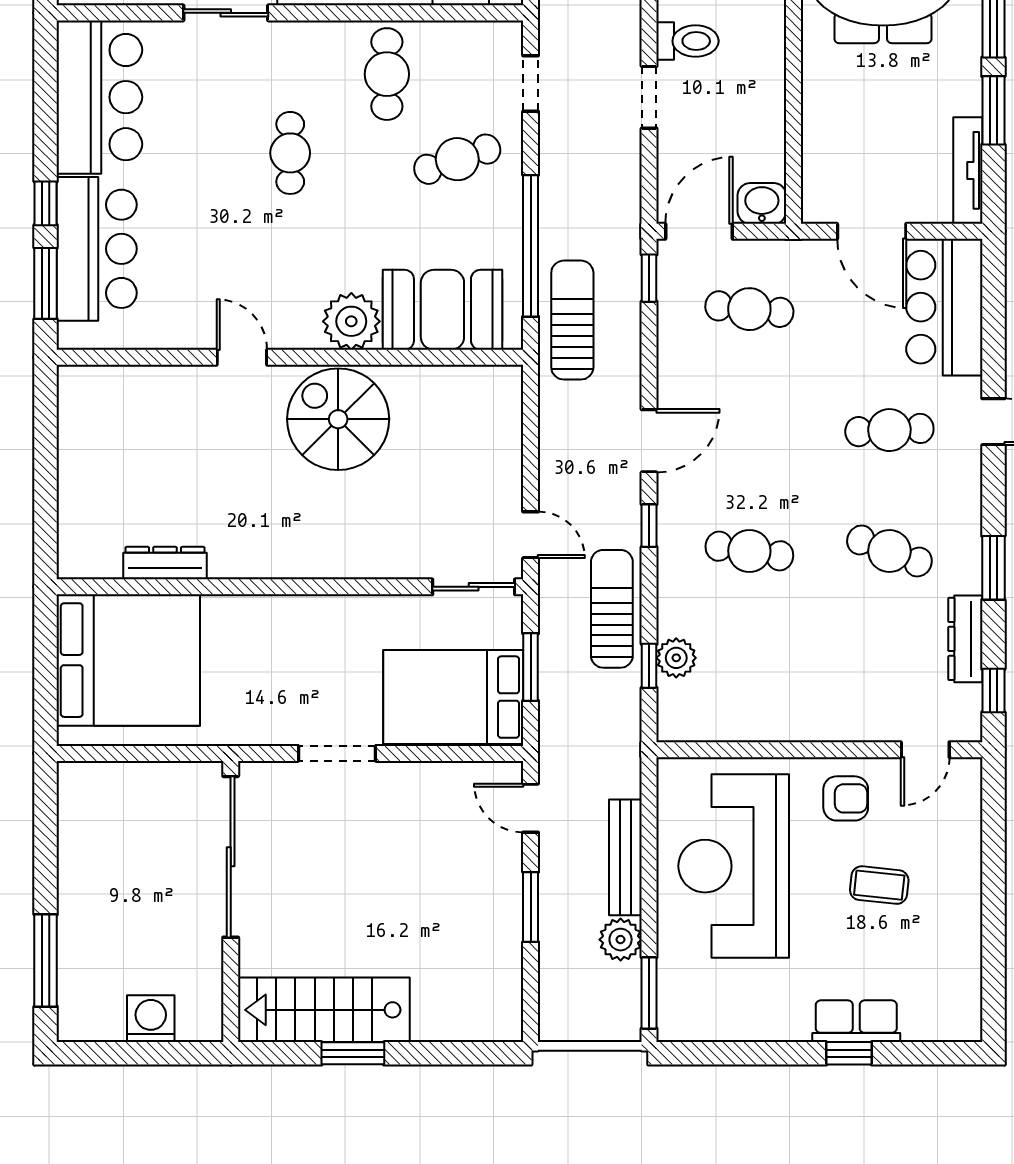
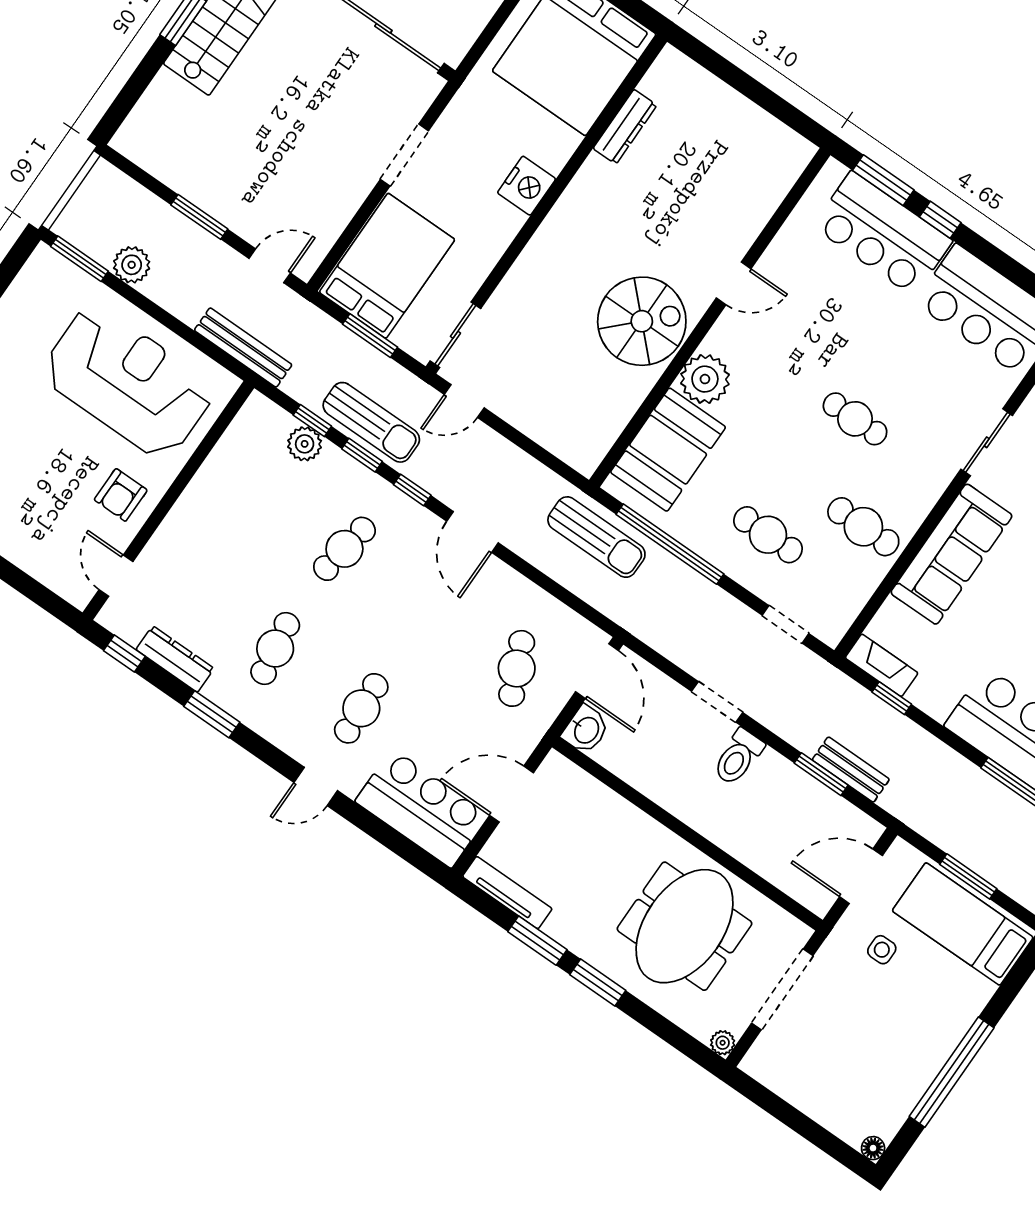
cafe table: (457, 159) -> (768, 535), turned -71
window: (649, 278) -> (362, 455), moved
cafe table: (749, 309) -> (517, 668), turned -30
cafe table: (889, 551) -> (275, 649), turned -30
nightstand: (286, 618) -> (527, 186), added
bench: (625, 857) -> (243, 348), moved
coffee table: (879, 885) -> (42, 476), removed

